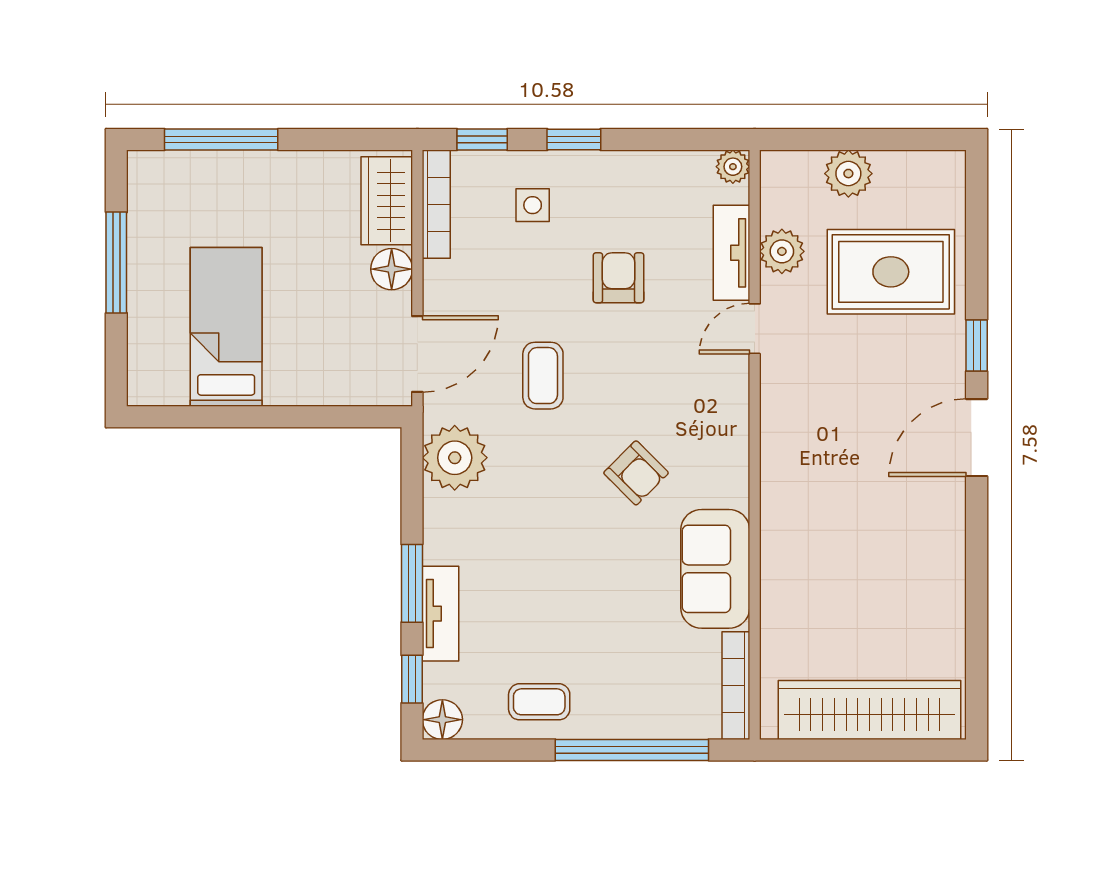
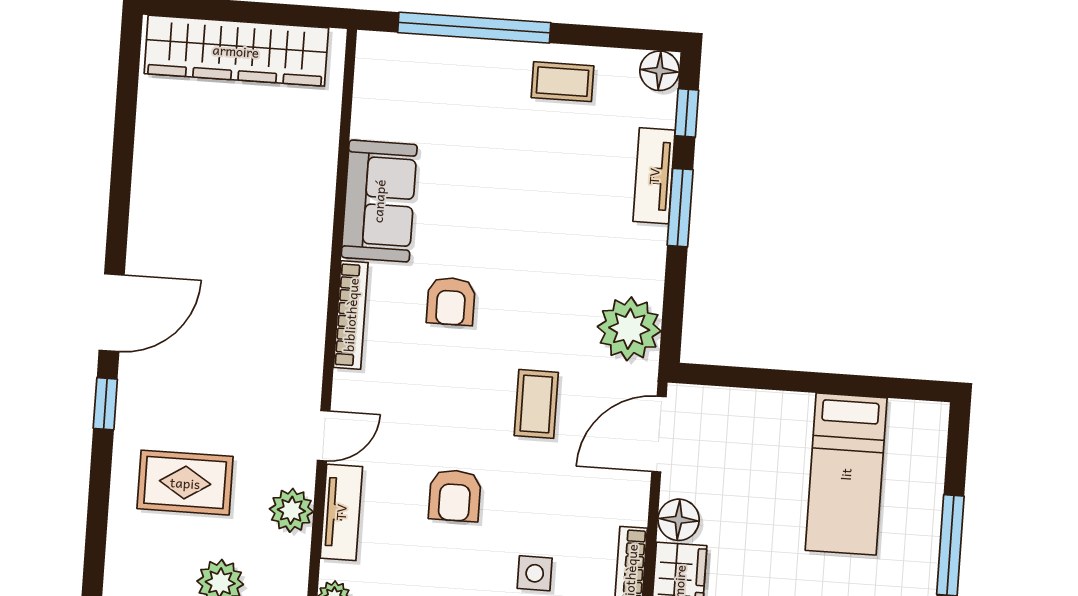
rug: (891, 272) -> (185, 483), width x0.73, depth x0.70
armchair: (636, 473) -> (451, 301), turned -135
bookcase: (736, 686) -> (351, 315), moved

